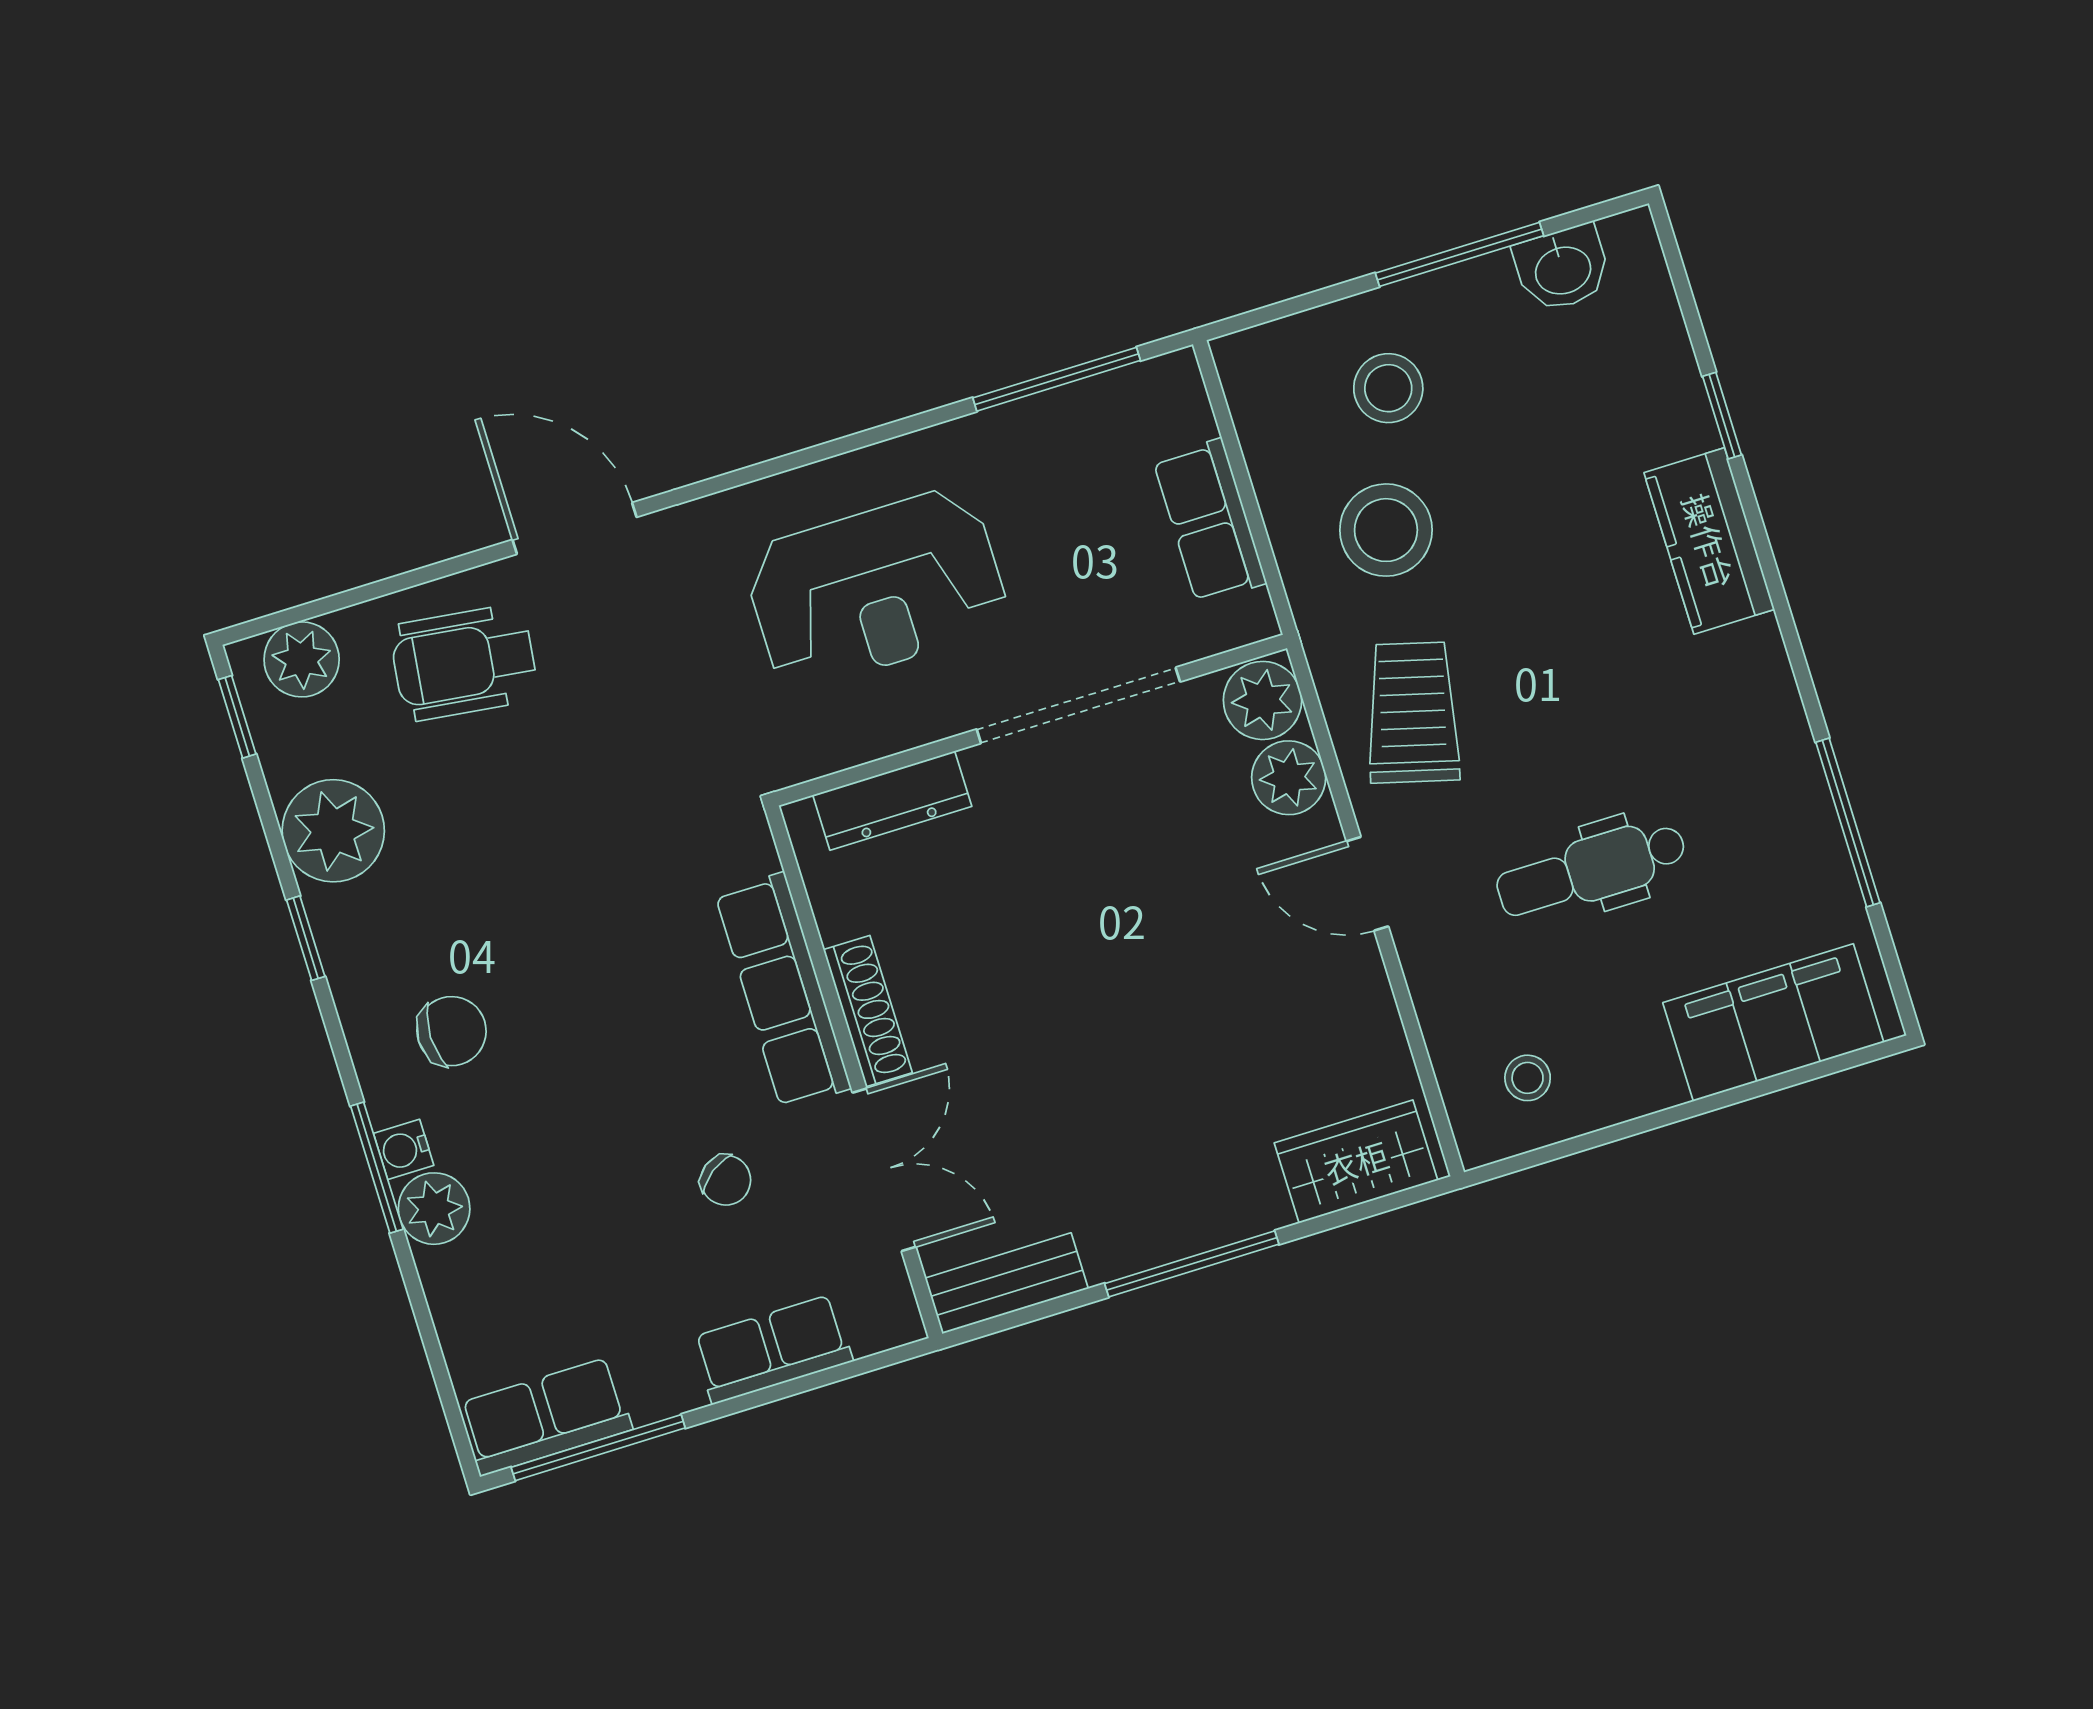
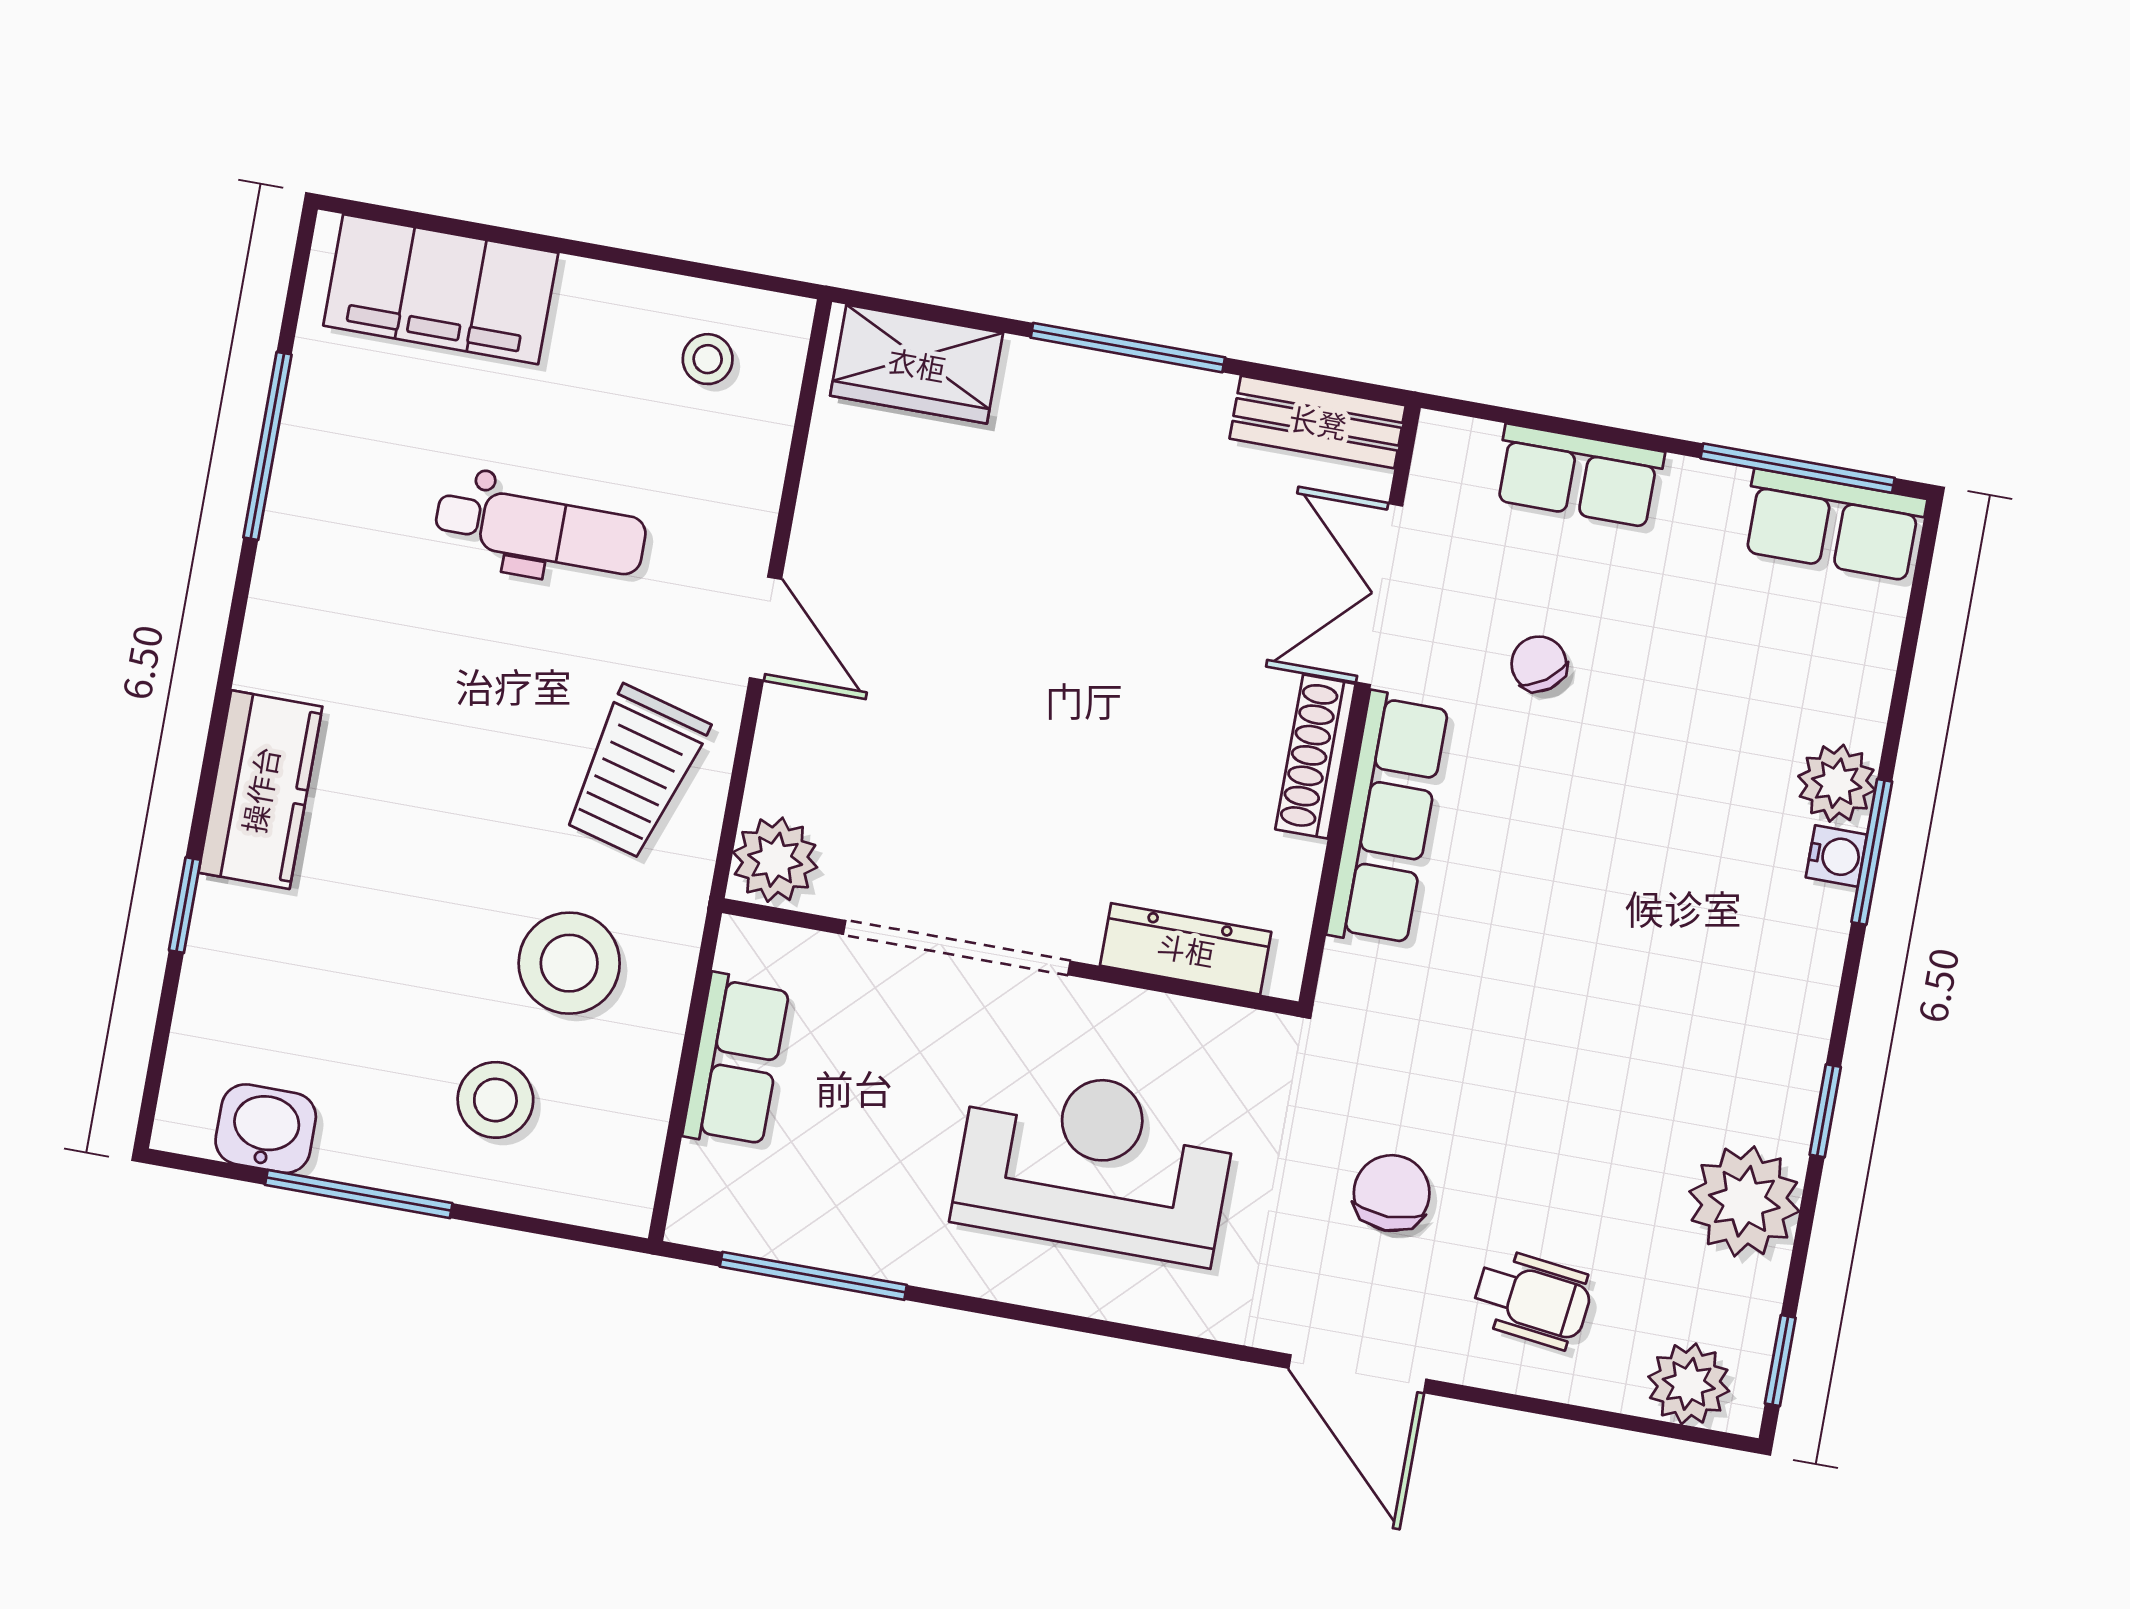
wheelchair: (464, 663) -> (1532, 1299), width x0.73, depth x0.73
plant: (1289, 778) -> (789, 771), removed
chair: (452, 1031) -> (1392, 1193), moved, turned 90

